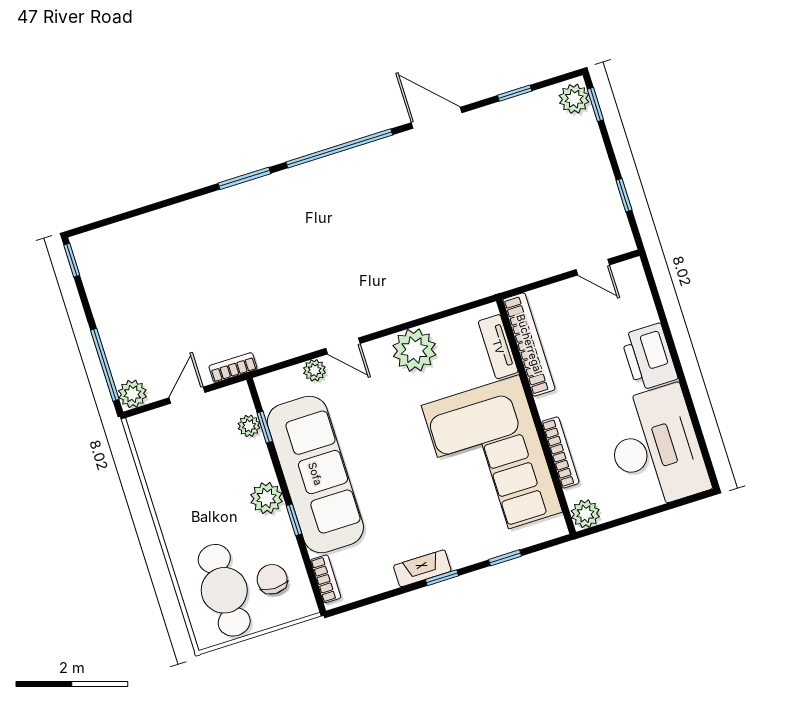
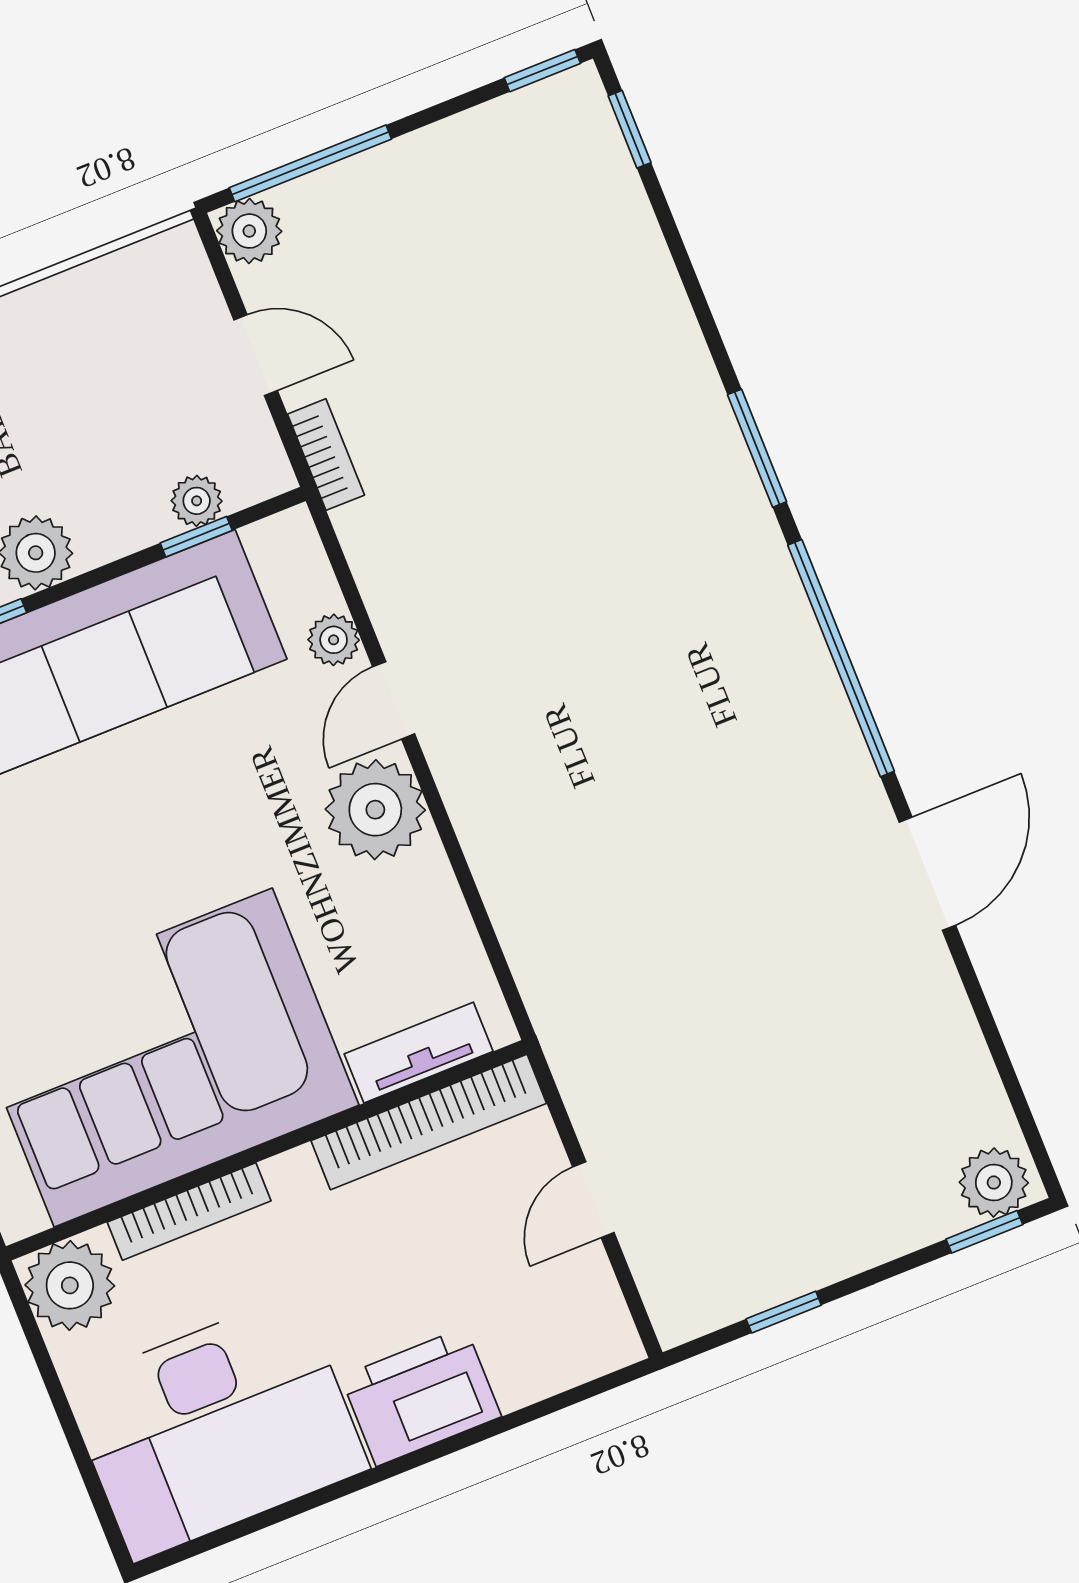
window: (515, 93) -> (630, 129), moved
door: (593, 267) -> (593, 1200), moved
plant: (414, 350) -> (375, 810), moved
plant: (585, 514) -> (70, 1285), width x1.36, depth x1.36

